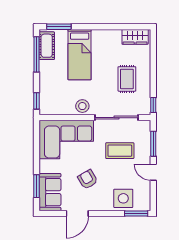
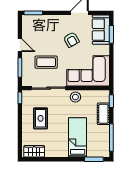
cot: (47, 46) -> (103, 114), moved
side table: (123, 198) -> (43, 25), removed

